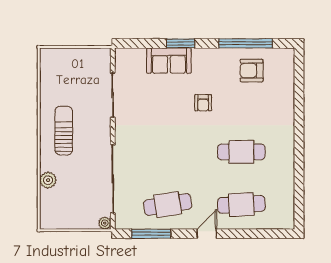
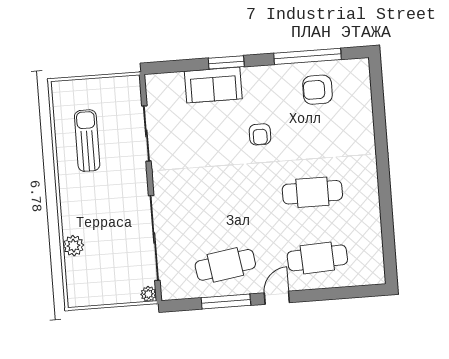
sun lounger: (64, 131) -> (87, 141), moved
window: (151, 234) -> (226, 302), moved

